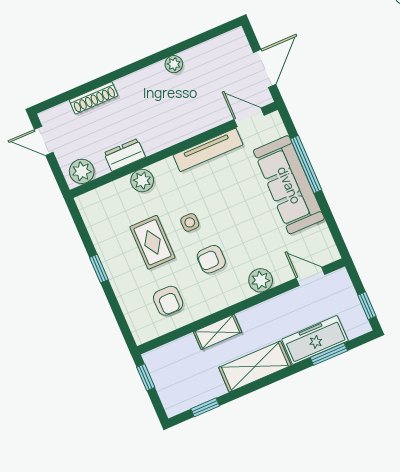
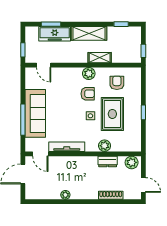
rug: (152, 242) -> (112, 114), width x1.36, depth x1.43
plant: (261, 280) -> (89, 73), moved
window: (367, 306) -> (23, 50), moved

